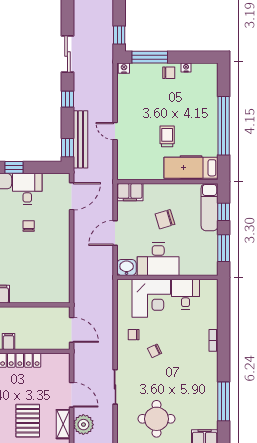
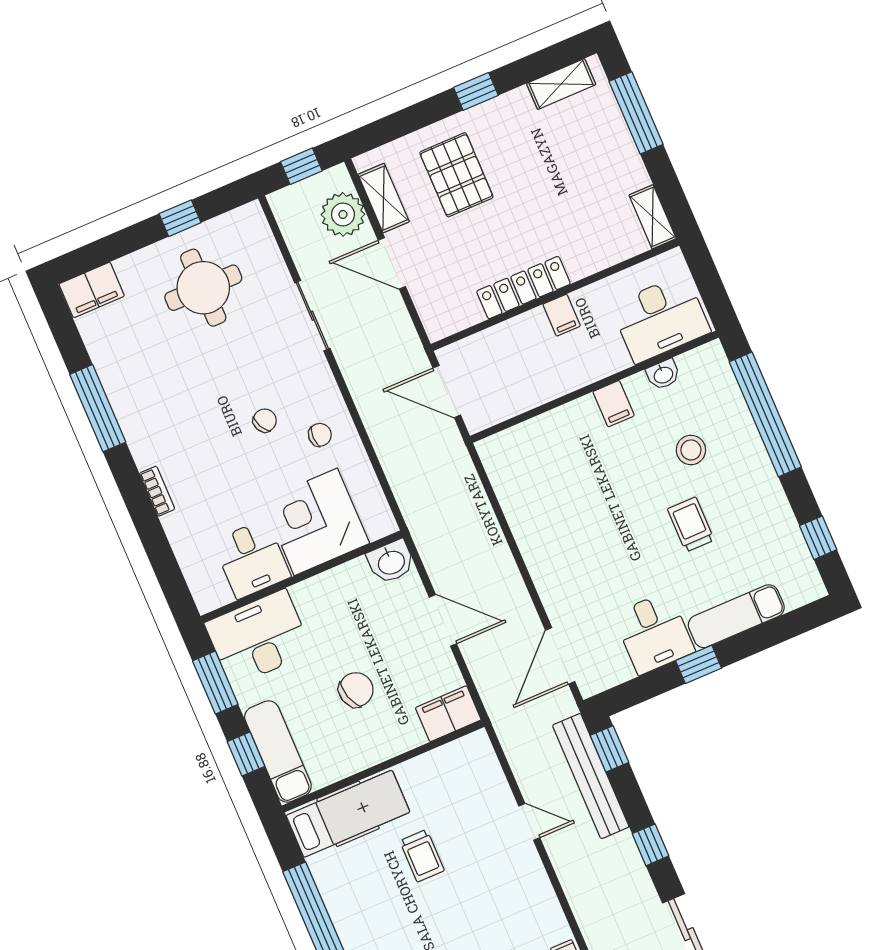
chair: (29, 226) -> (620, 561), removed
door: (115, 233) -> (443, 620), hinge flipped
desk: (158, 259) -> (258, 638), moved
window: (224, 401) -> (98, 408), moved

